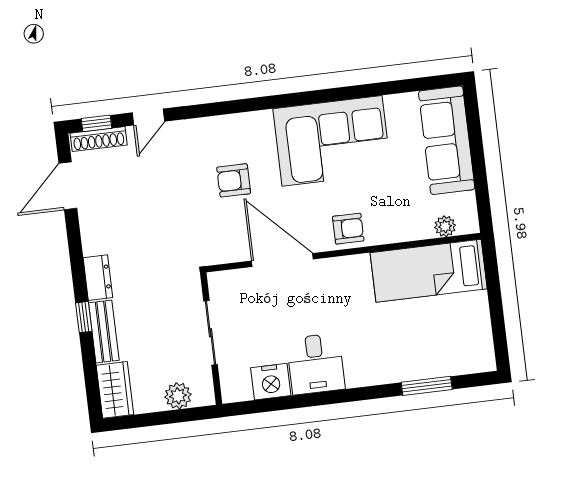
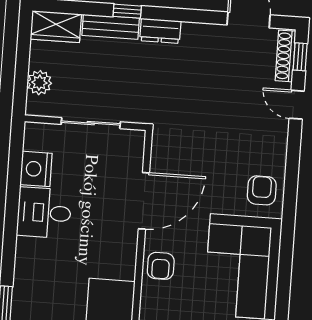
armchair: (234, 180) -> (262, 190), moved

